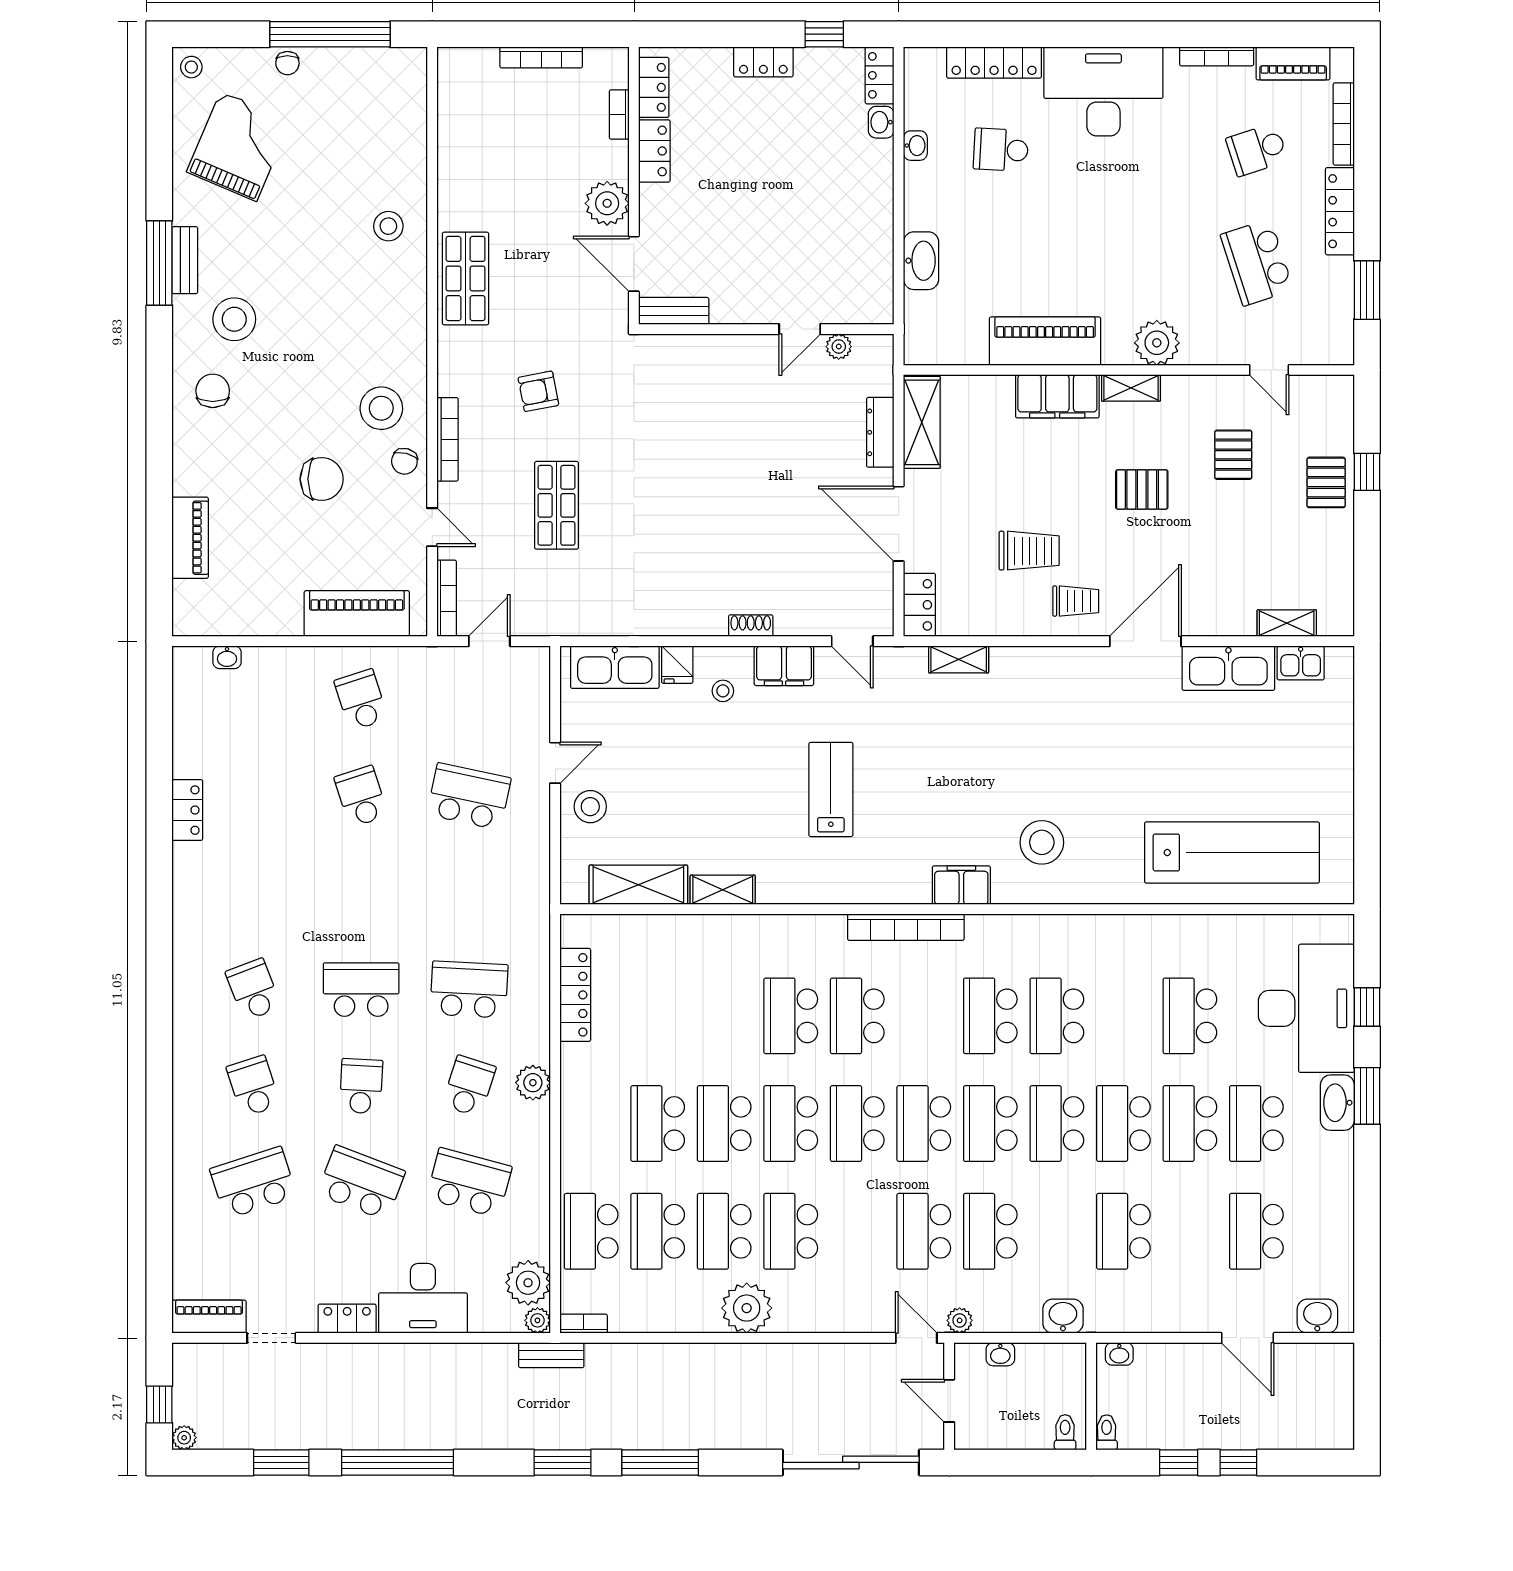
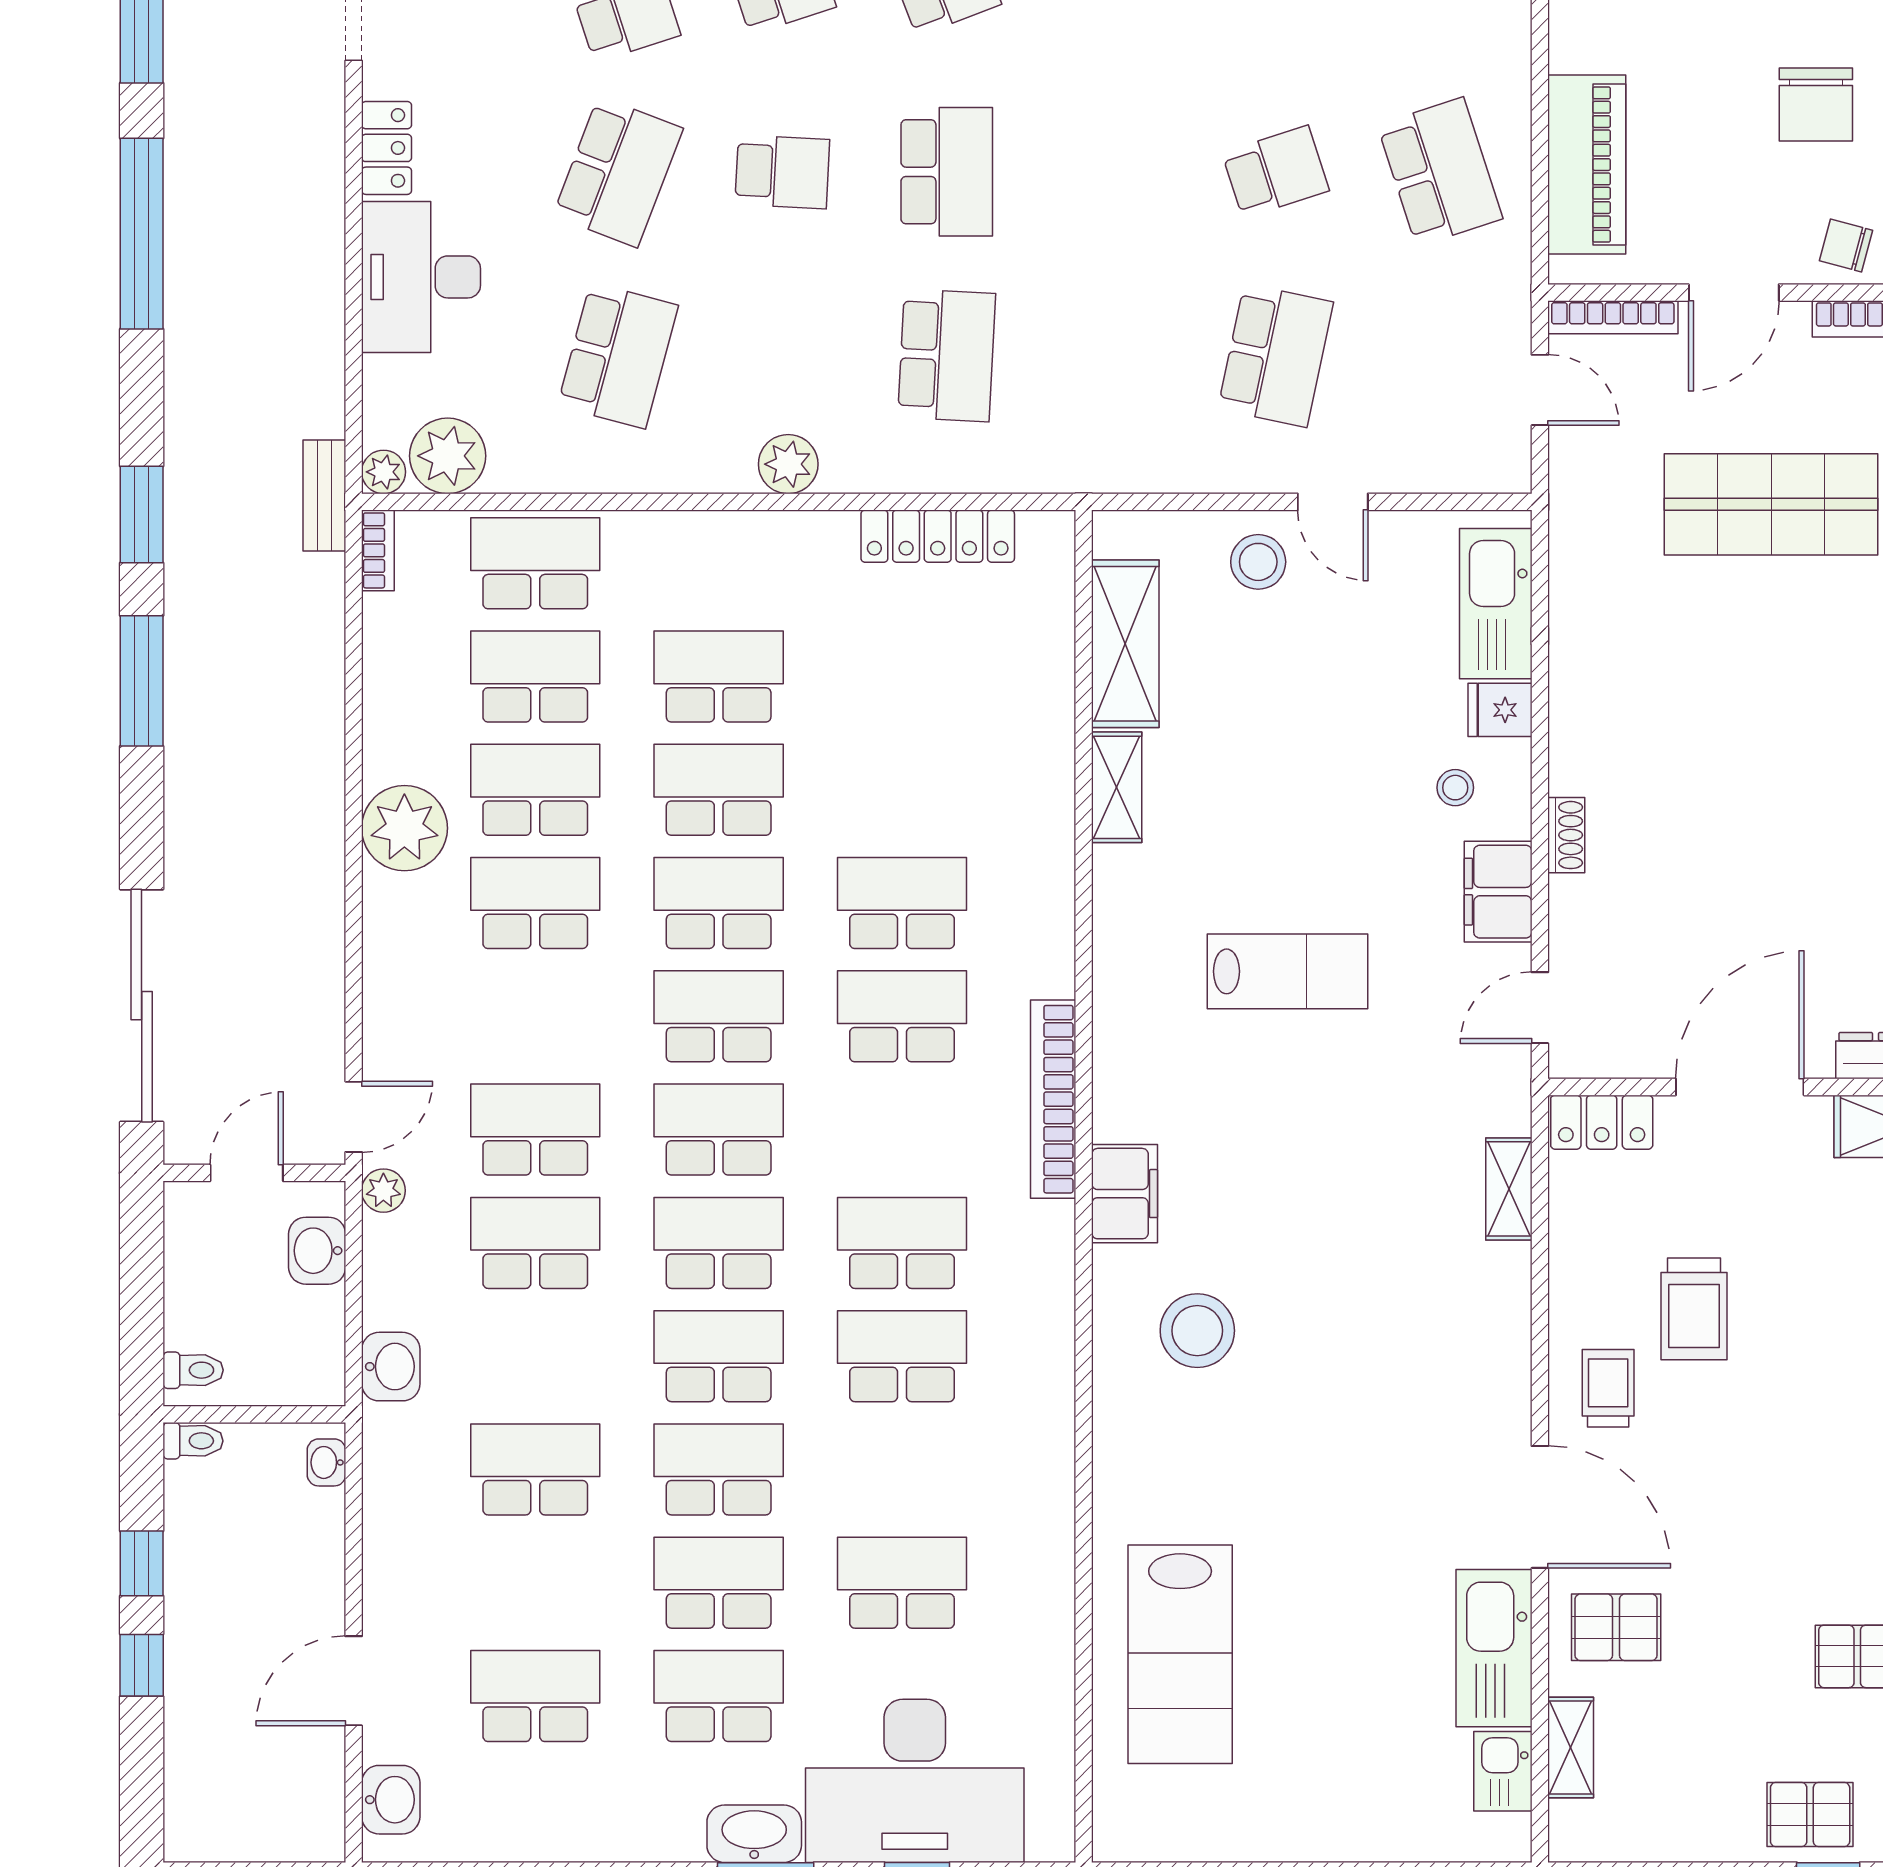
pallet: (1142, 489) -> (1616, 1627), moved, turned 90
shop shelf: (556, 505) -> (1771, 504), width x1.43, depth x1.36
door: (432, 527) -> (1734, 293), width x1.38
trolley: (1076, 601) -> (1608, 1388), turned 180
school desk: (361, 700) -> (1440, 172), width x1.85
lab bench: (1232, 852) -> (1180, 1654), width x0.73
school desk: (469, 1086) -> (782, 355), removed
washbasin: (1000, 1354) -> (317, 1251), width x1.38, depth x1.45

